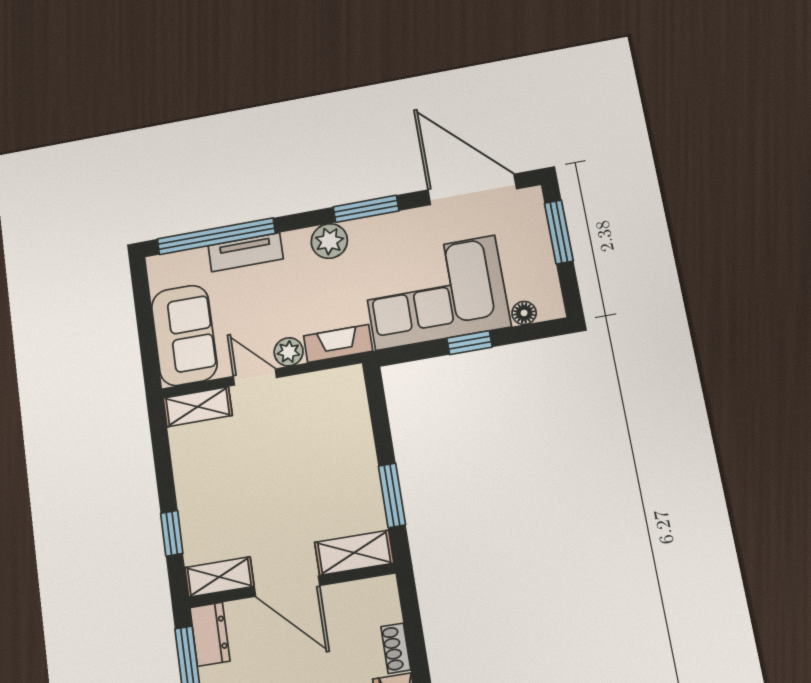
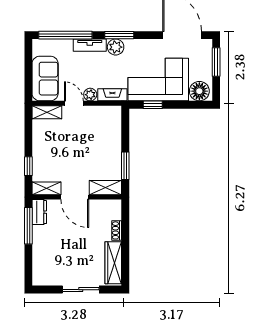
window: (366, 209) -> (119, 35), moved
tv unit: (246, 252) -> (90, 45), moved
floor lamp: (524, 313) -> (199, 91), width x1.89, depth x1.89
window: (469, 343) -> (153, 105), moved

